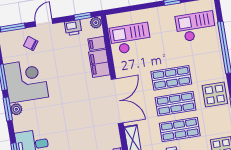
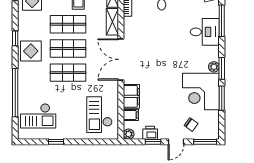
window: (83, 16) -> (153, 142), moved
checkout: (130, 38) -> (99, 115), turned 90

